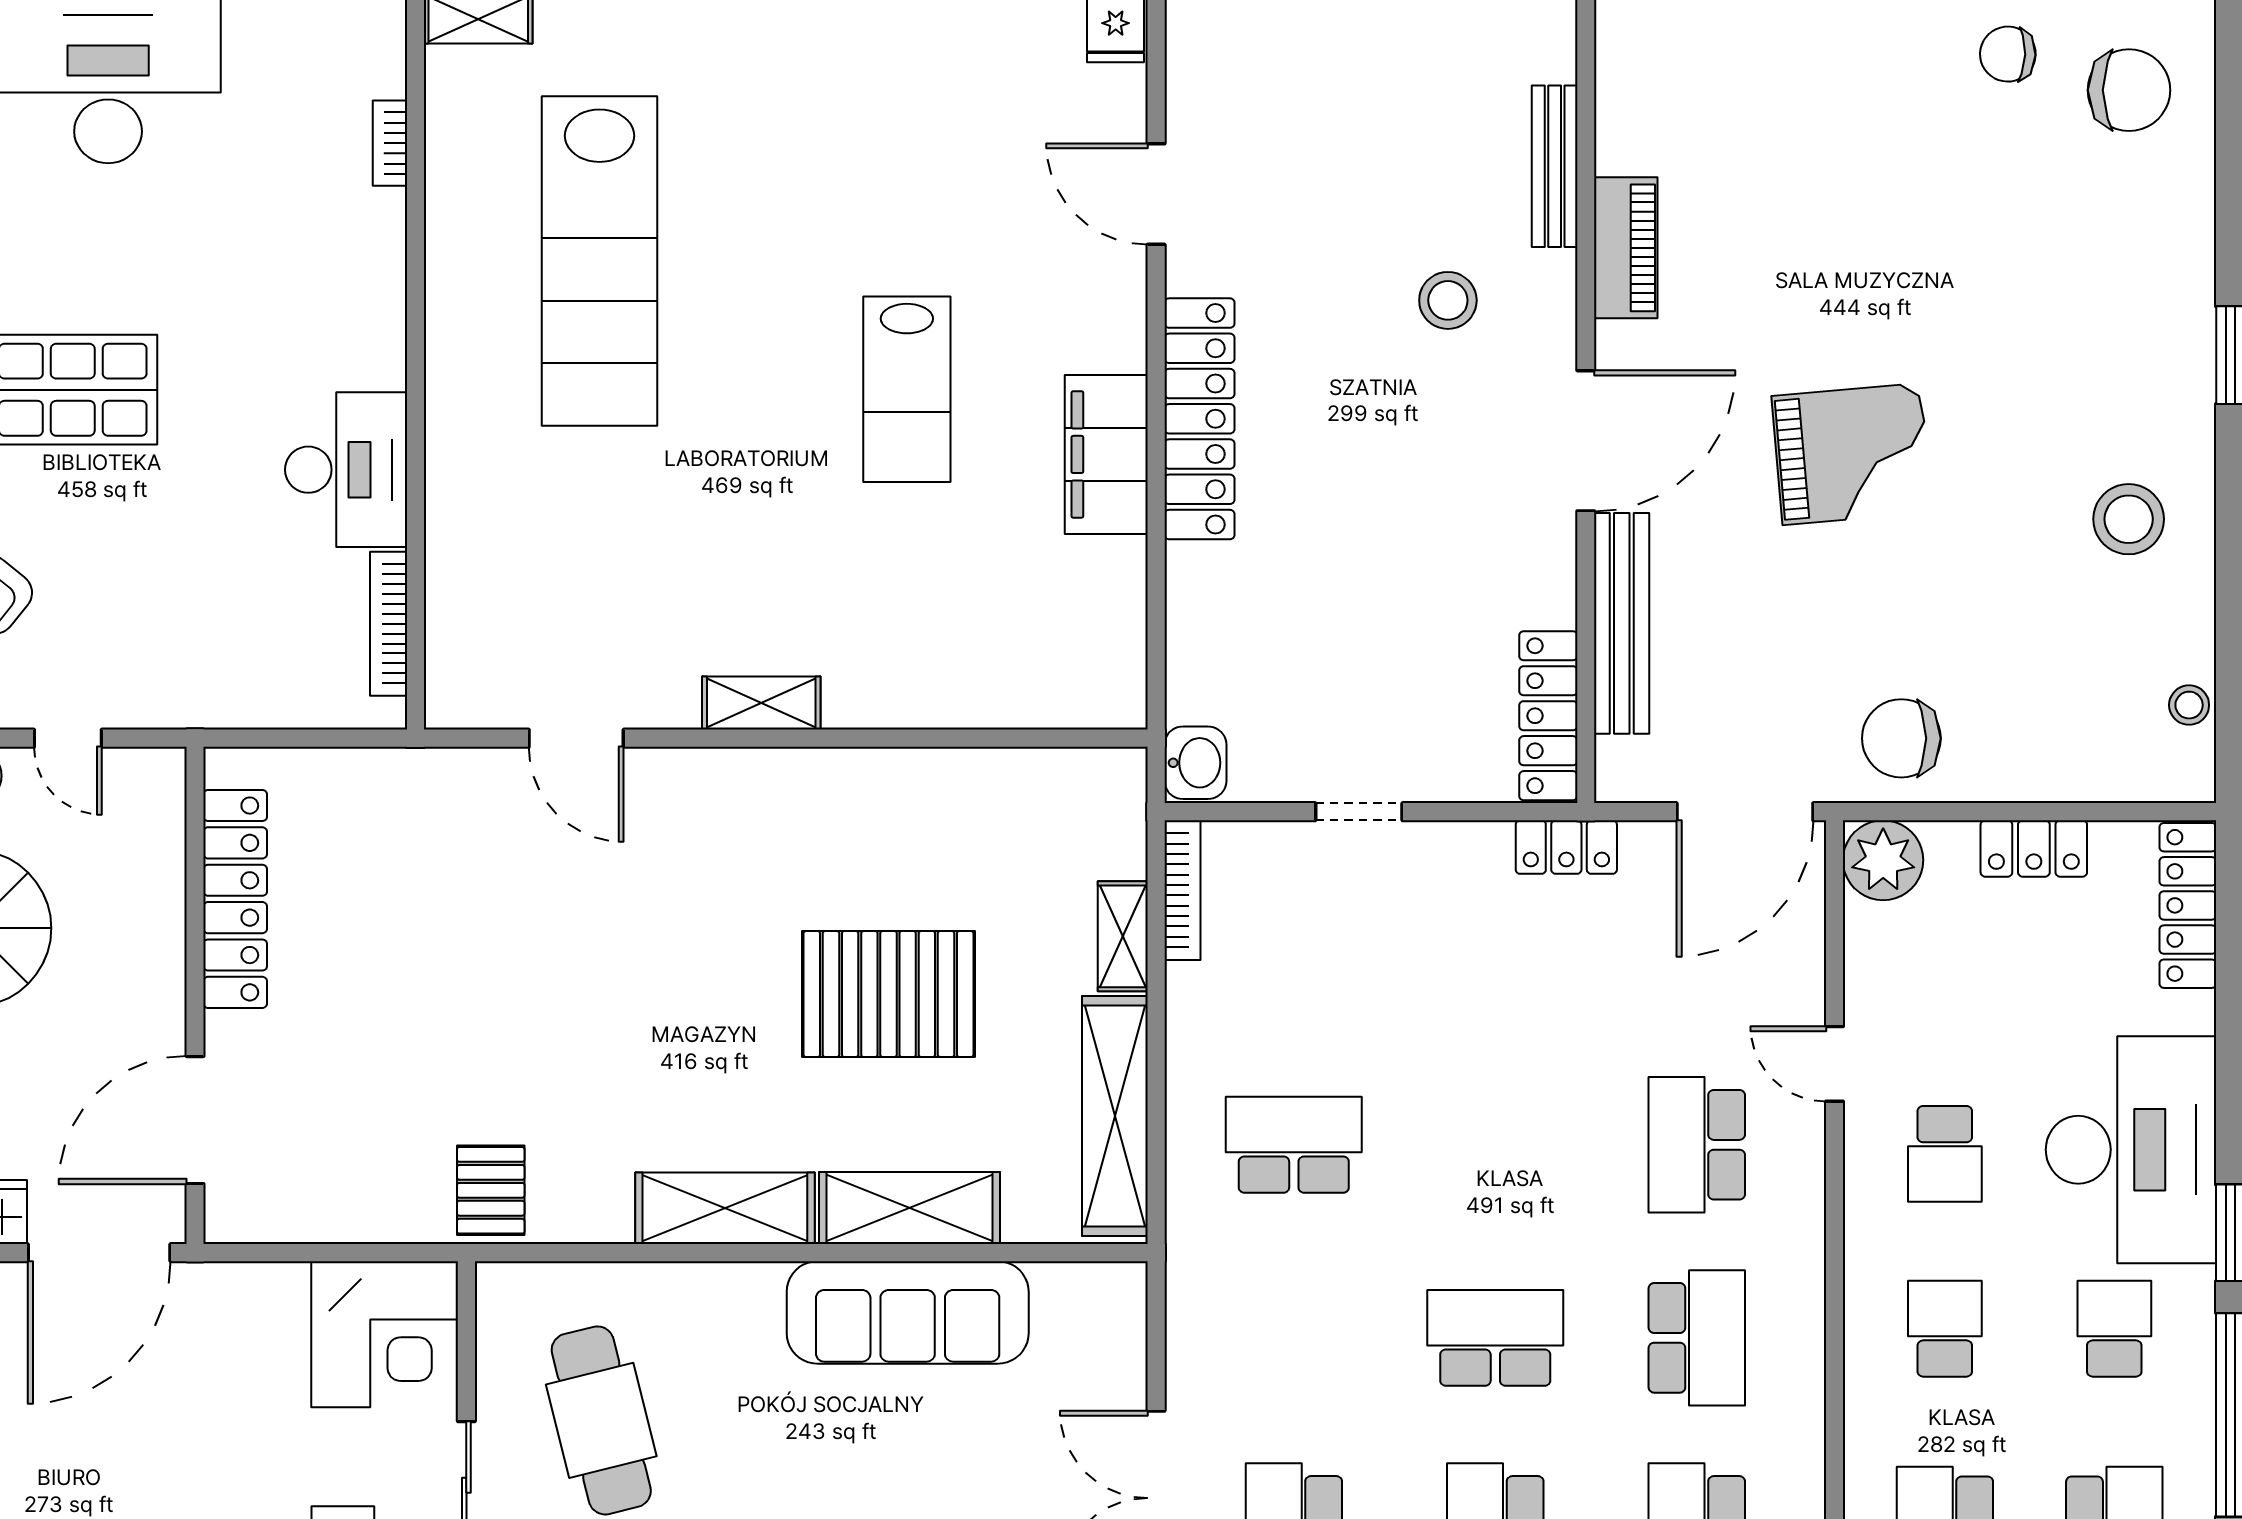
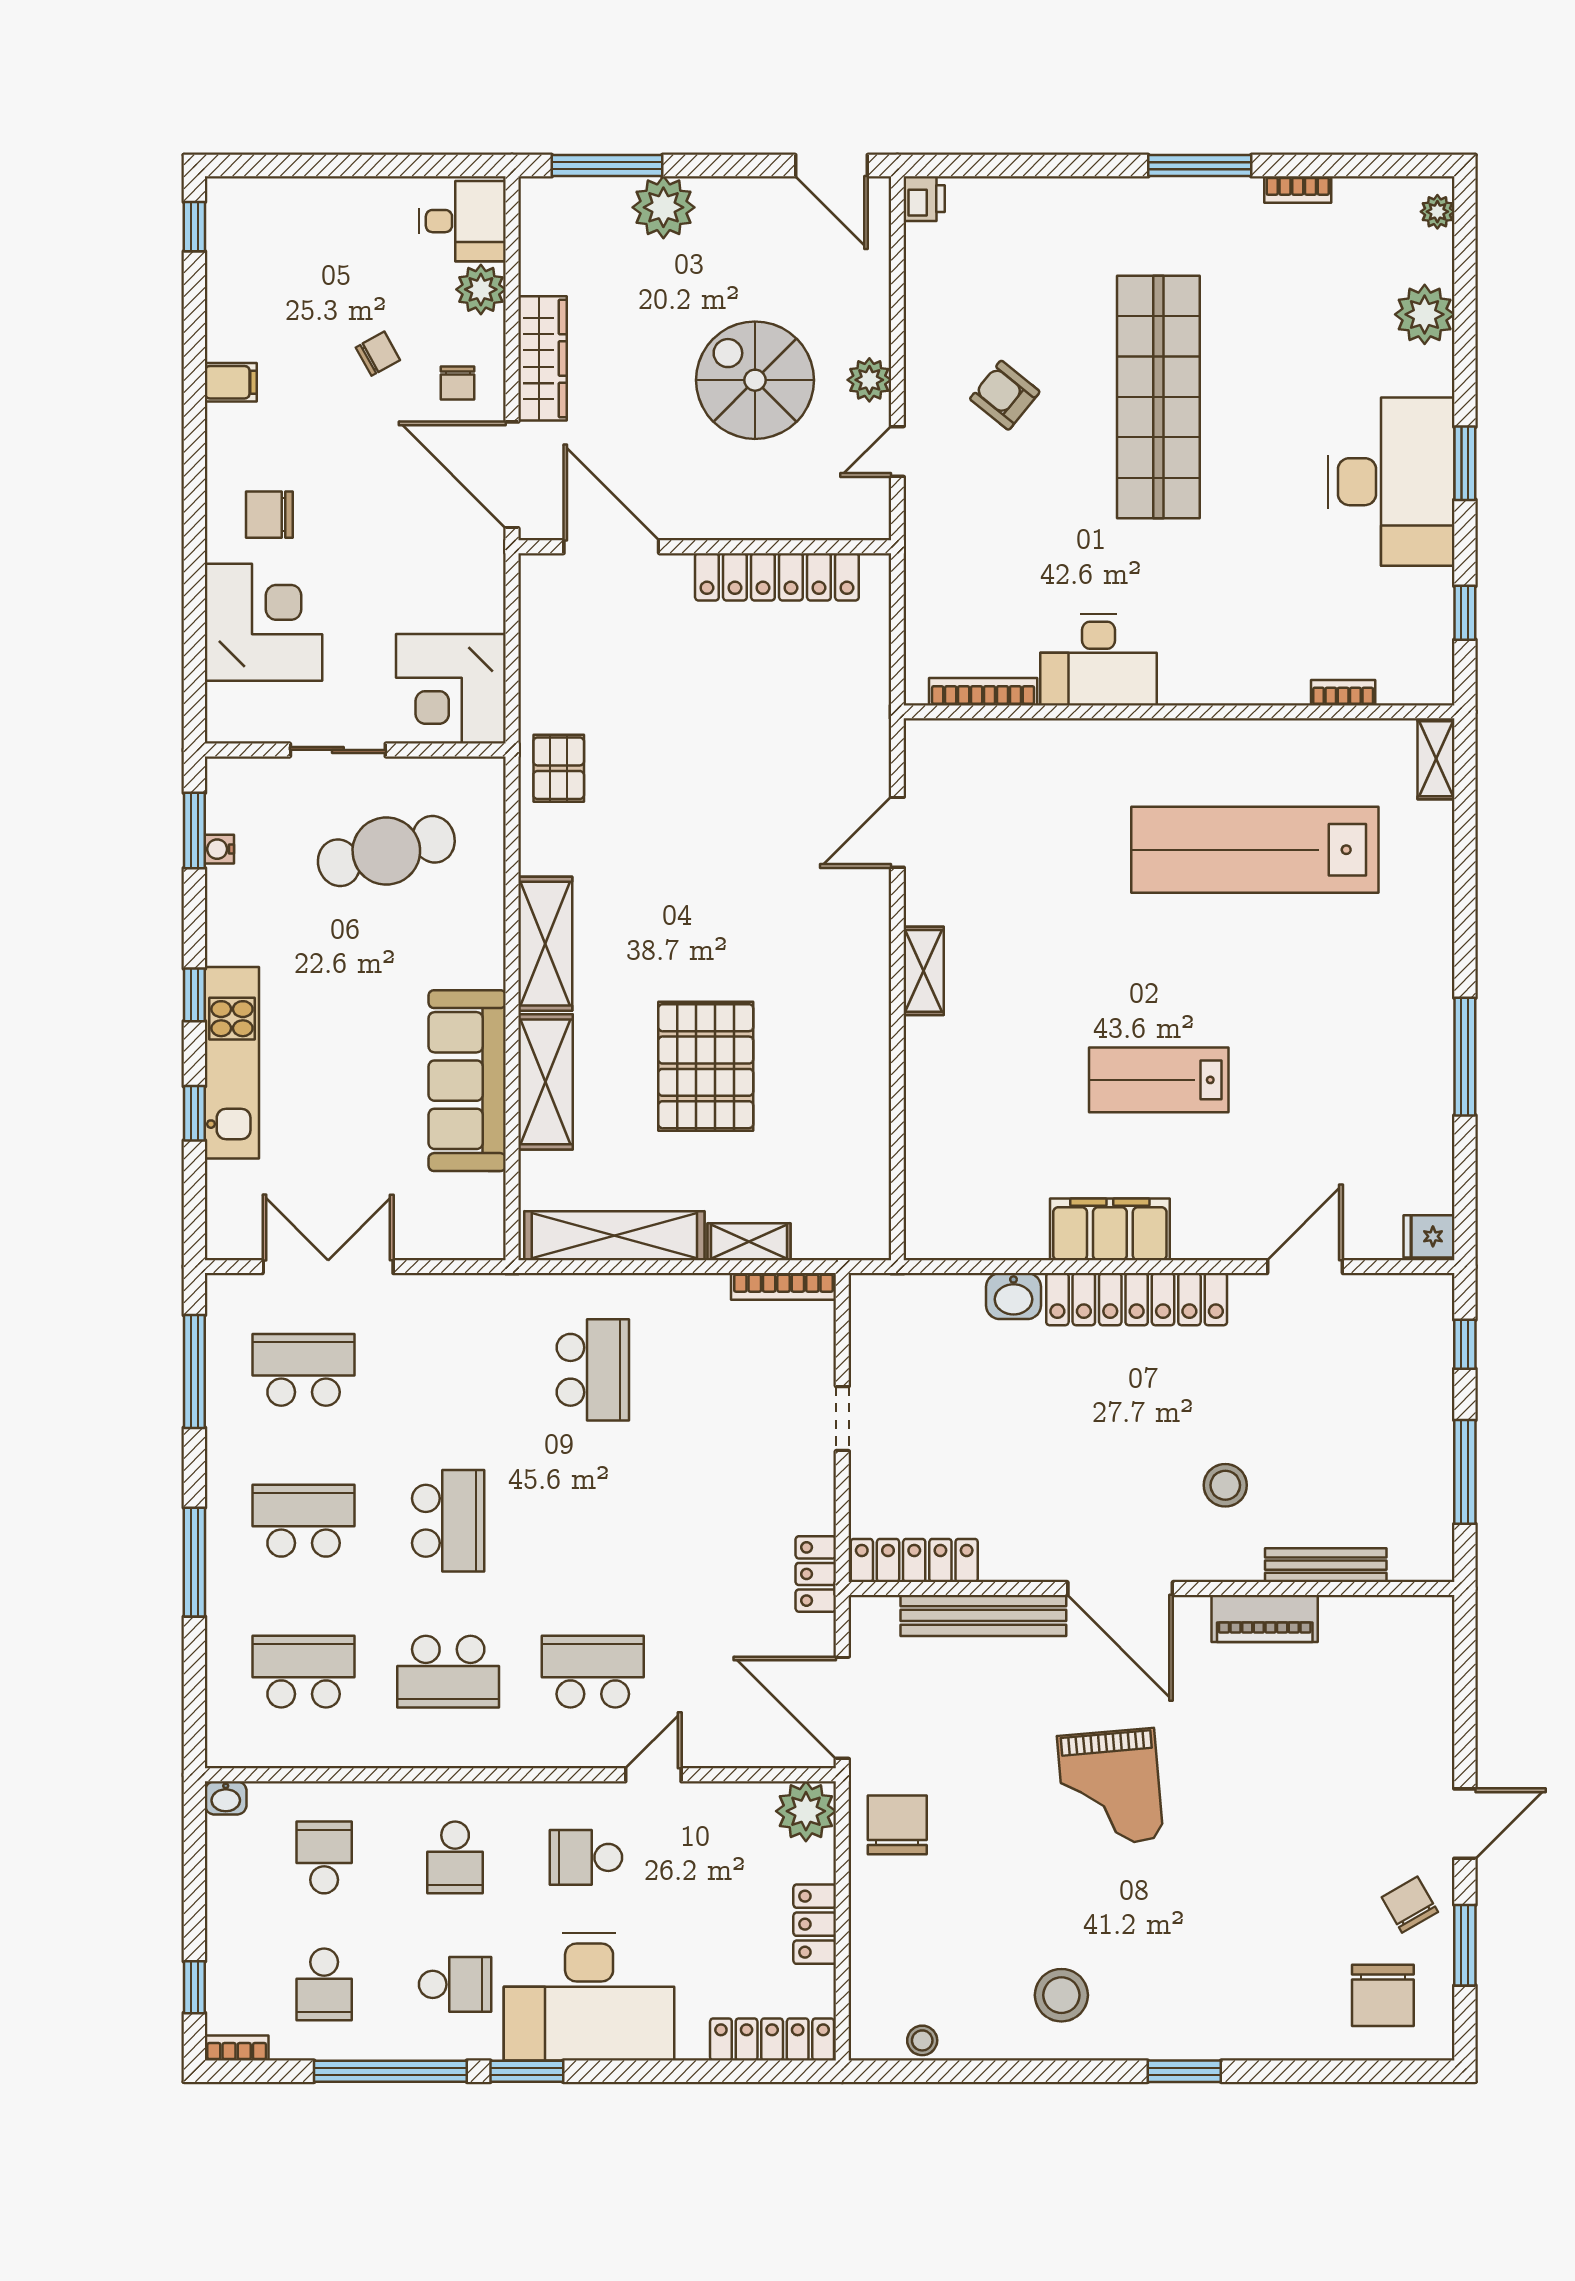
chair: (2008, 54) -> (1410, 1905), turned -32
washbasin: (1195, 763) -> (1014, 1296), moved
pallet: (491, 1190) -> (559, 768), turned 90
school desk: (1945, 1329) -> (455, 1857), turned 90

